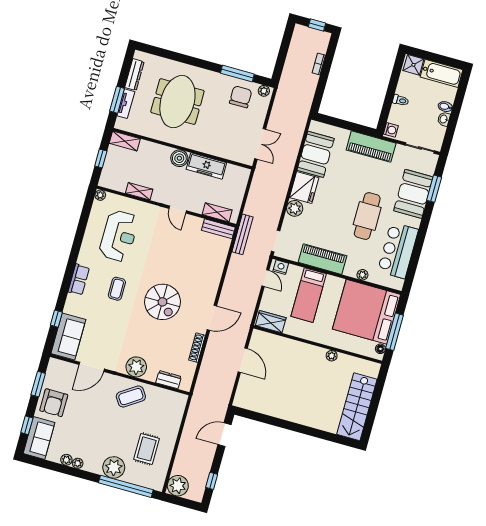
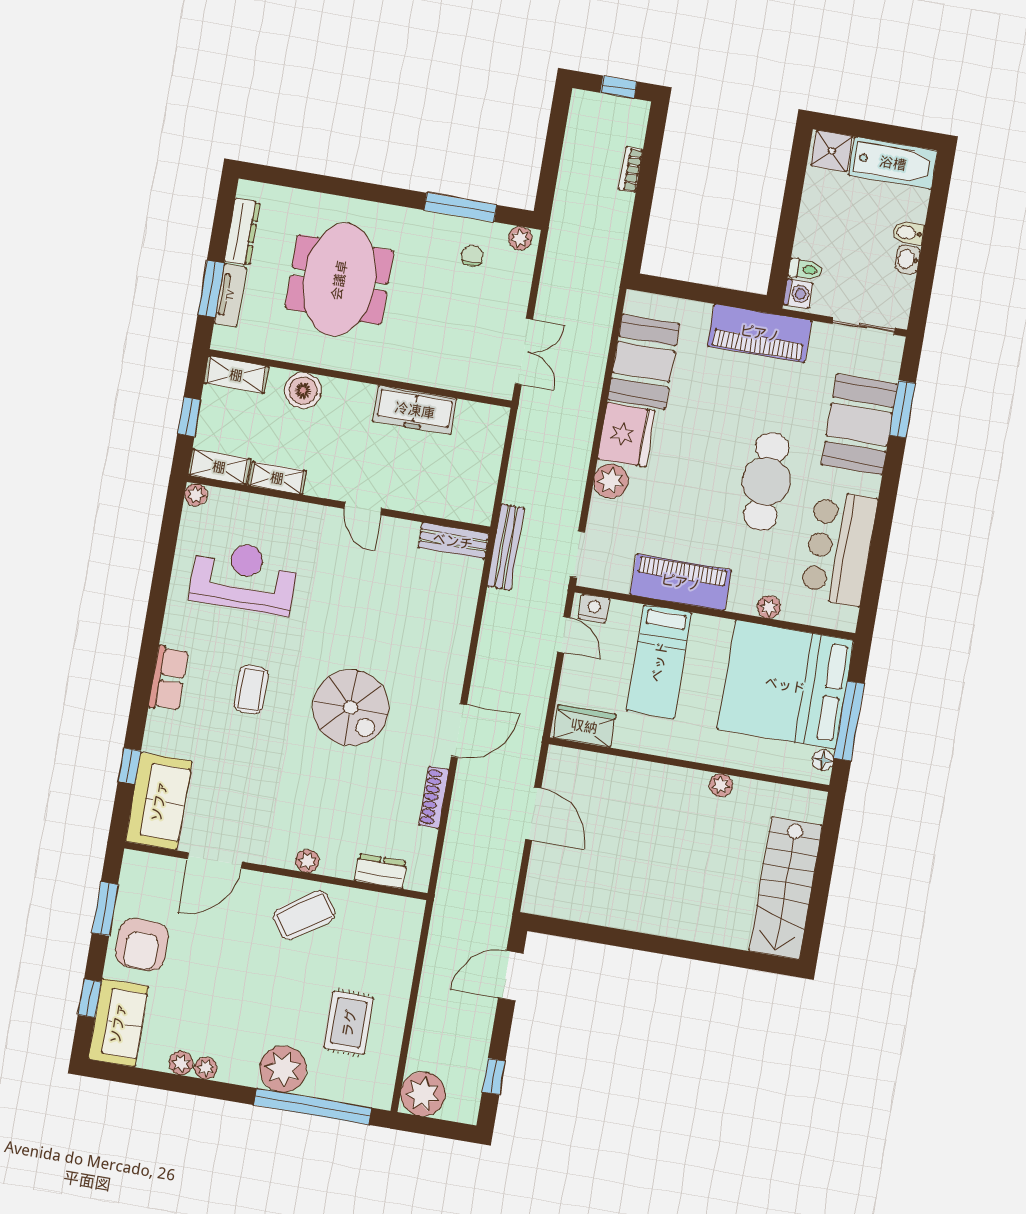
chair: (241, 97) -> (472, 256), width x0.54, depth x0.54
toilet: (401, 100) -> (805, 269), moved
boiler: (179, 158) -> (303, 390), moved
shelving: (217, 212) -> (219, 467), moved
reception desk: (119, 236) -> (244, 577), turned -90
plant: (136, 367) -> (307, 861), width x0.53, depth x0.53

